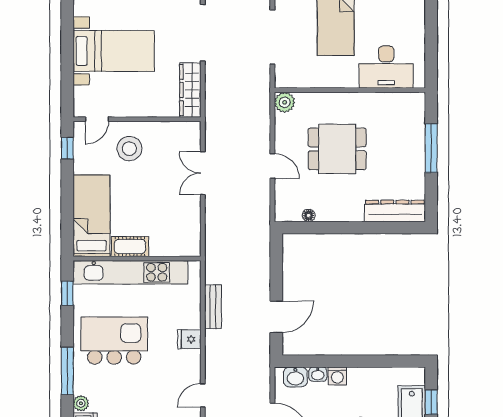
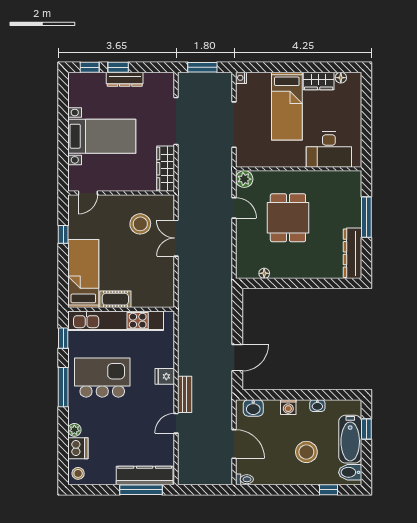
window: (67, 148) -> (63, 234), moved
stool: (129, 149) -> (140, 224), moved
dining table: (337, 149) -> (288, 218), turned 90
door: (272, 166) -> (234, 208), moved
dresser: (395, 211) -> (352, 253), moved, turned -90
bench: (213, 307) -> (185, 394), moved
window: (67, 371) -> (63, 387), moved
washbasin: (318, 374) -> (317, 406), moved

